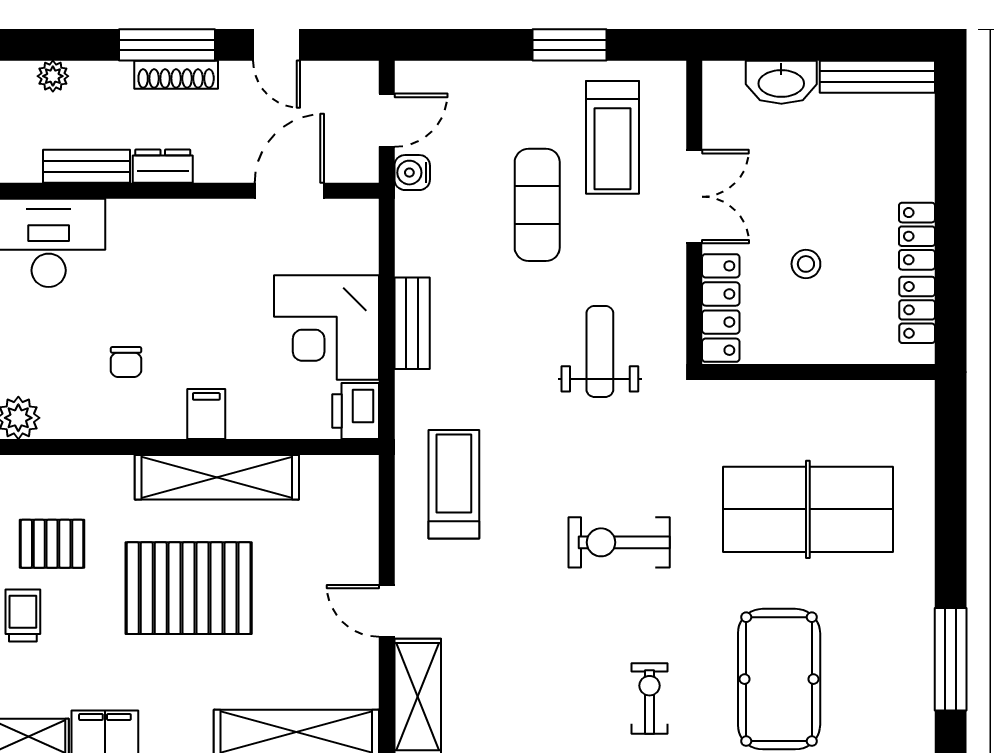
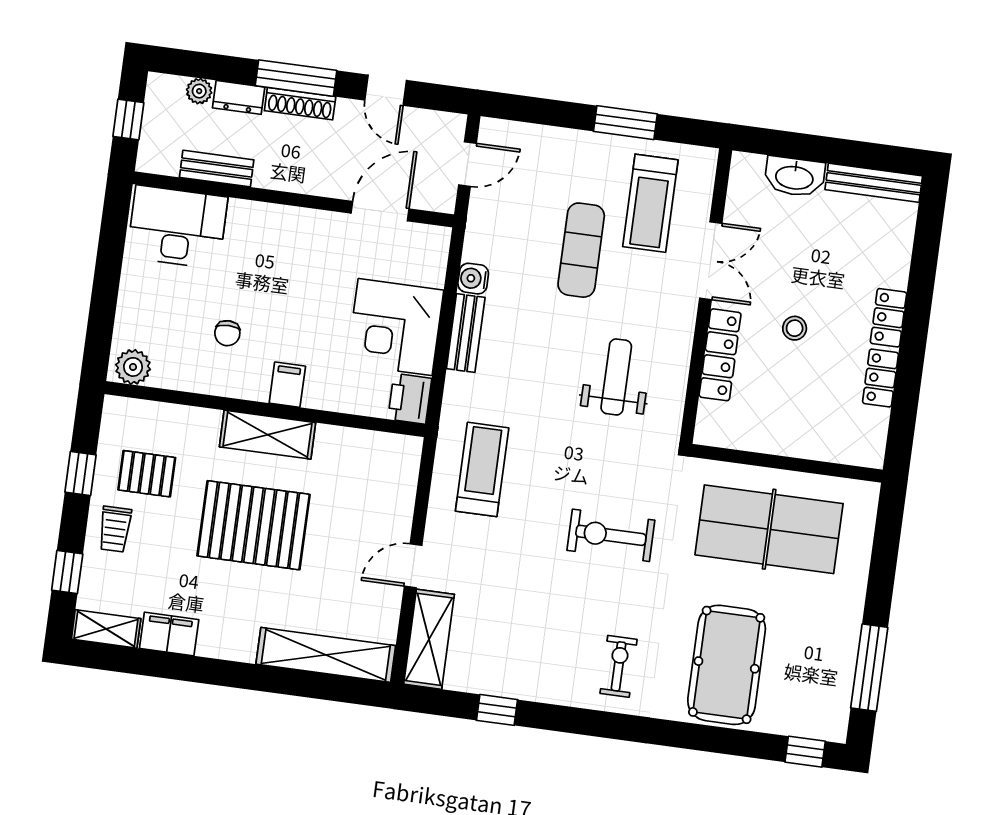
dresser: (163, 166) -> (239, 97), moved, turned 180
water cooler: (412, 173) -> (473, 279), moved
wall: (819, 372) -> (787, 463), moved
shelving: (217, 477) -> (268, 435), width x0.68
door: (387, 611) -> (413, 566), hinge flipped
trolley: (23, 615) -> (115, 529), turned 180

